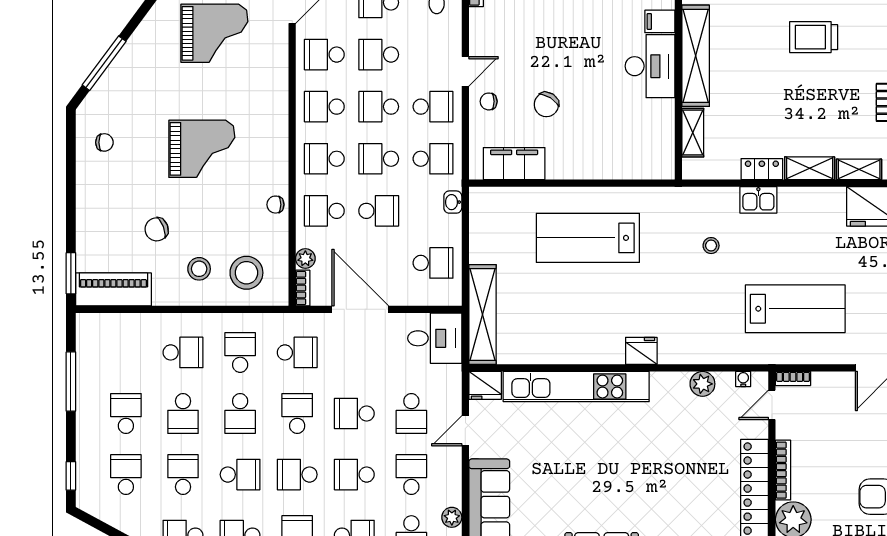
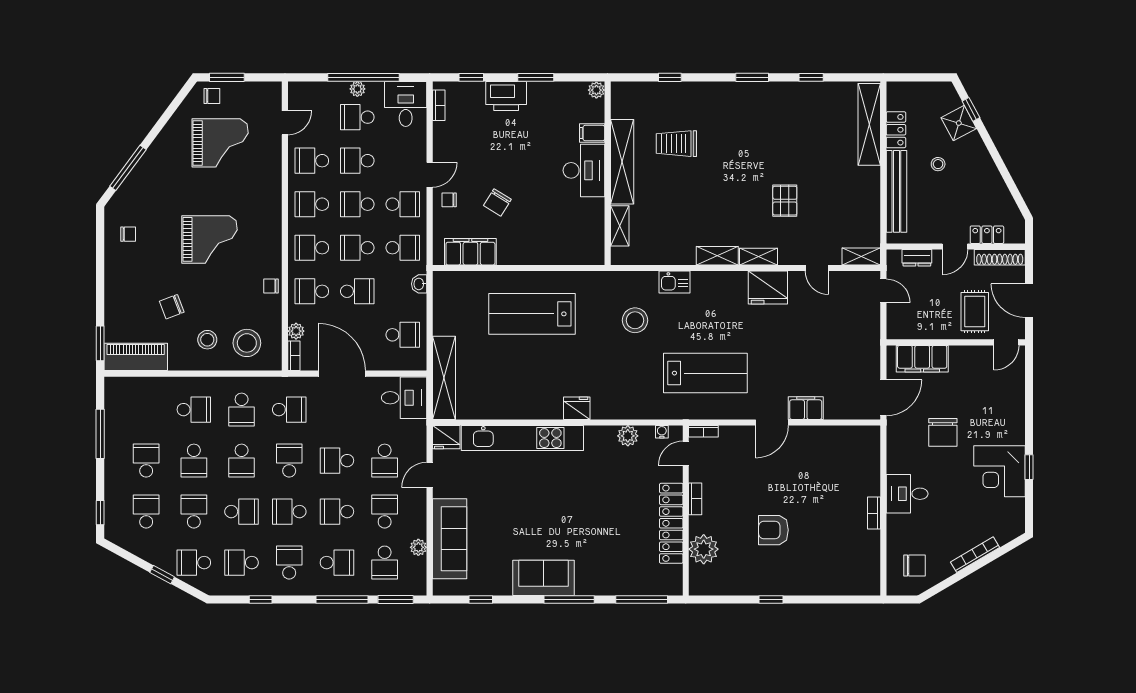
trolley: (814, 37) -> (676, 144), moved
locker: (762, 169) -> (677, 256), removed
stool: (711, 246) -> (635, 320), width x1.89, depth x1.89
school desk: (240, 352) -> (242, 410), turned 180
bookcase: (783, 470) -> (695, 499), width x0.64

